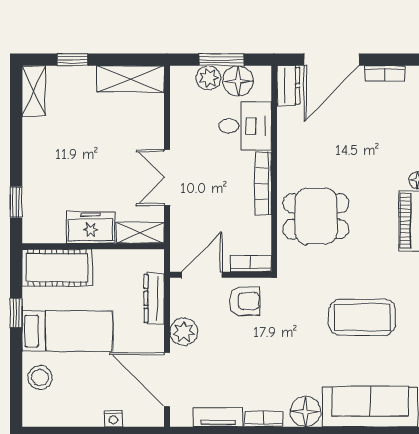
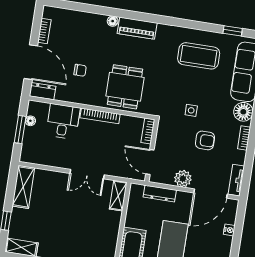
plant: (209, 78) -> (30, 139), removed
floor lamp: (238, 81) -> (30, 121), width x0.53, depth x0.53
chair: (331, 140) -> (80, 70), added
freezer: (91, 228) -> (110, 226), removed
armchair: (245, 301) -> (205, 140), moved, turned 90
coffee table: (362, 317) -> (199, 56), moved, turned 90
side table: (295, 328) -> (191, 110), added
tv unit: (218, 417) -> (236, 180), moved

